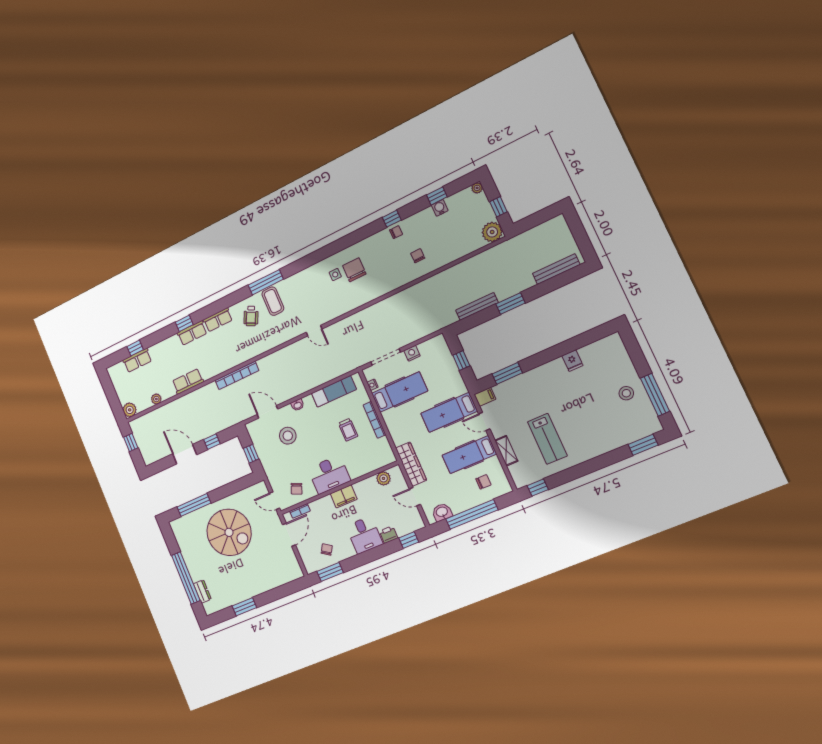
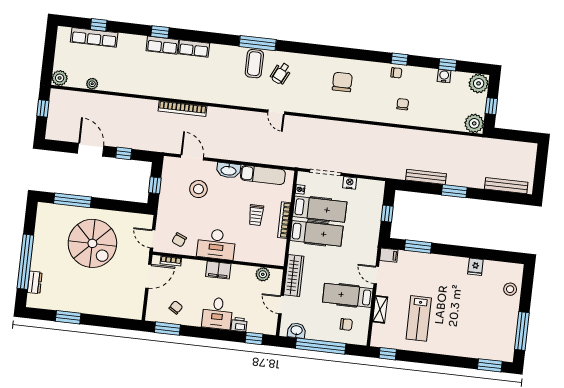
plant: (477, 188) -> (479, 83), width x1.87, depth x1.87
side table: (335, 274) -> (323, 75), removed
wheelchair: (251, 316) -> (281, 73), moved
row of seats: (137, 360) -> (94, 37), width x1.48
row of seats: (188, 381) -> (133, 86), removed
stool: (626, 393) -> (510, 289), moved
washbasin: (298, 405) -> (229, 170), width x1.91, depth x1.45
hospital bed: (449, 412) -> (316, 233), moved, turned 180

